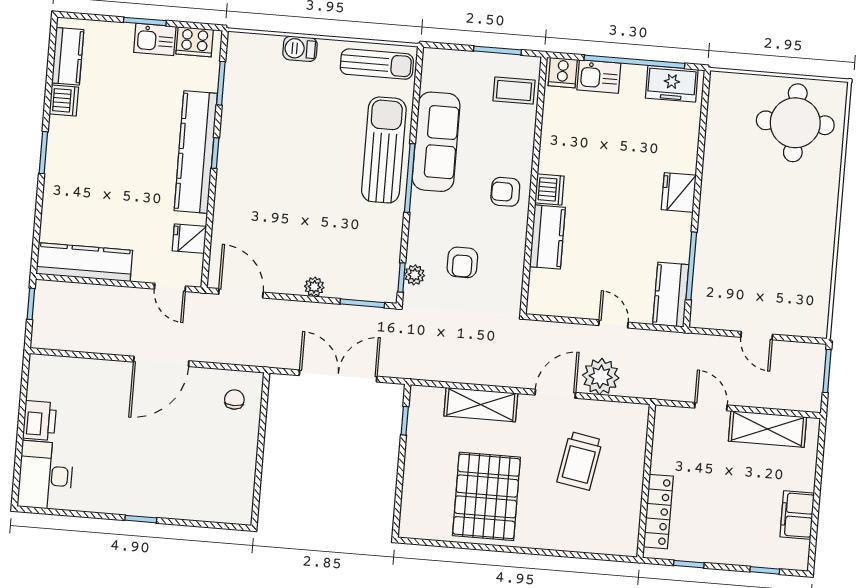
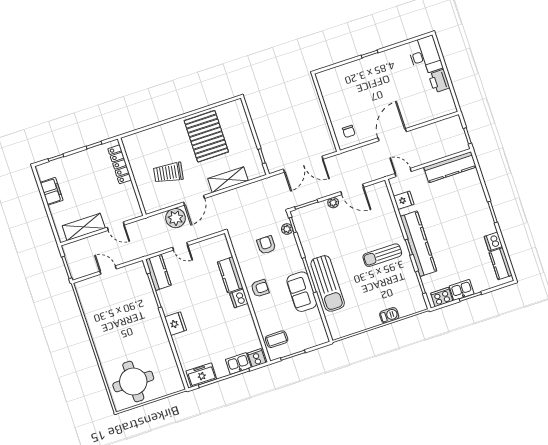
sun lounger: (377, 64) -> (382, 255), moved
sofa: (436, 142) -> (302, 292), width x0.73
door: (241, 293) -> (352, 189), moved
trolley: (580, 461) -> (168, 173), turned -91

